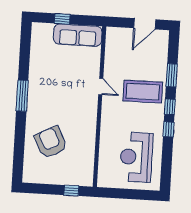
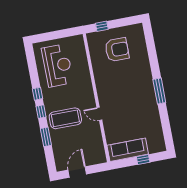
armchair: (51, 142) -> (117, 50), moved, turned -63

